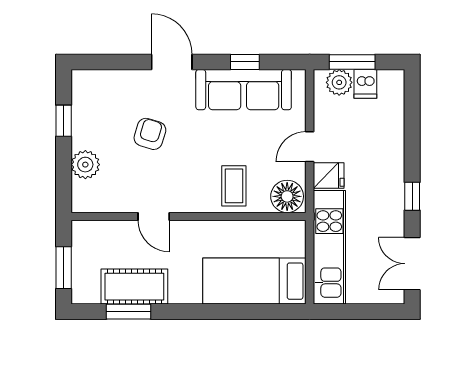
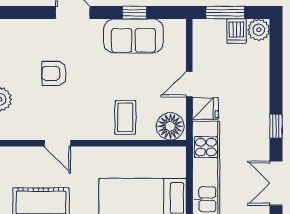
plant: (339, 82) -> (259, 30), moved
sofa: (244, 90) -> (133, 36), width x0.73
armchair: (150, 134) -> (54, 73), turned -107

